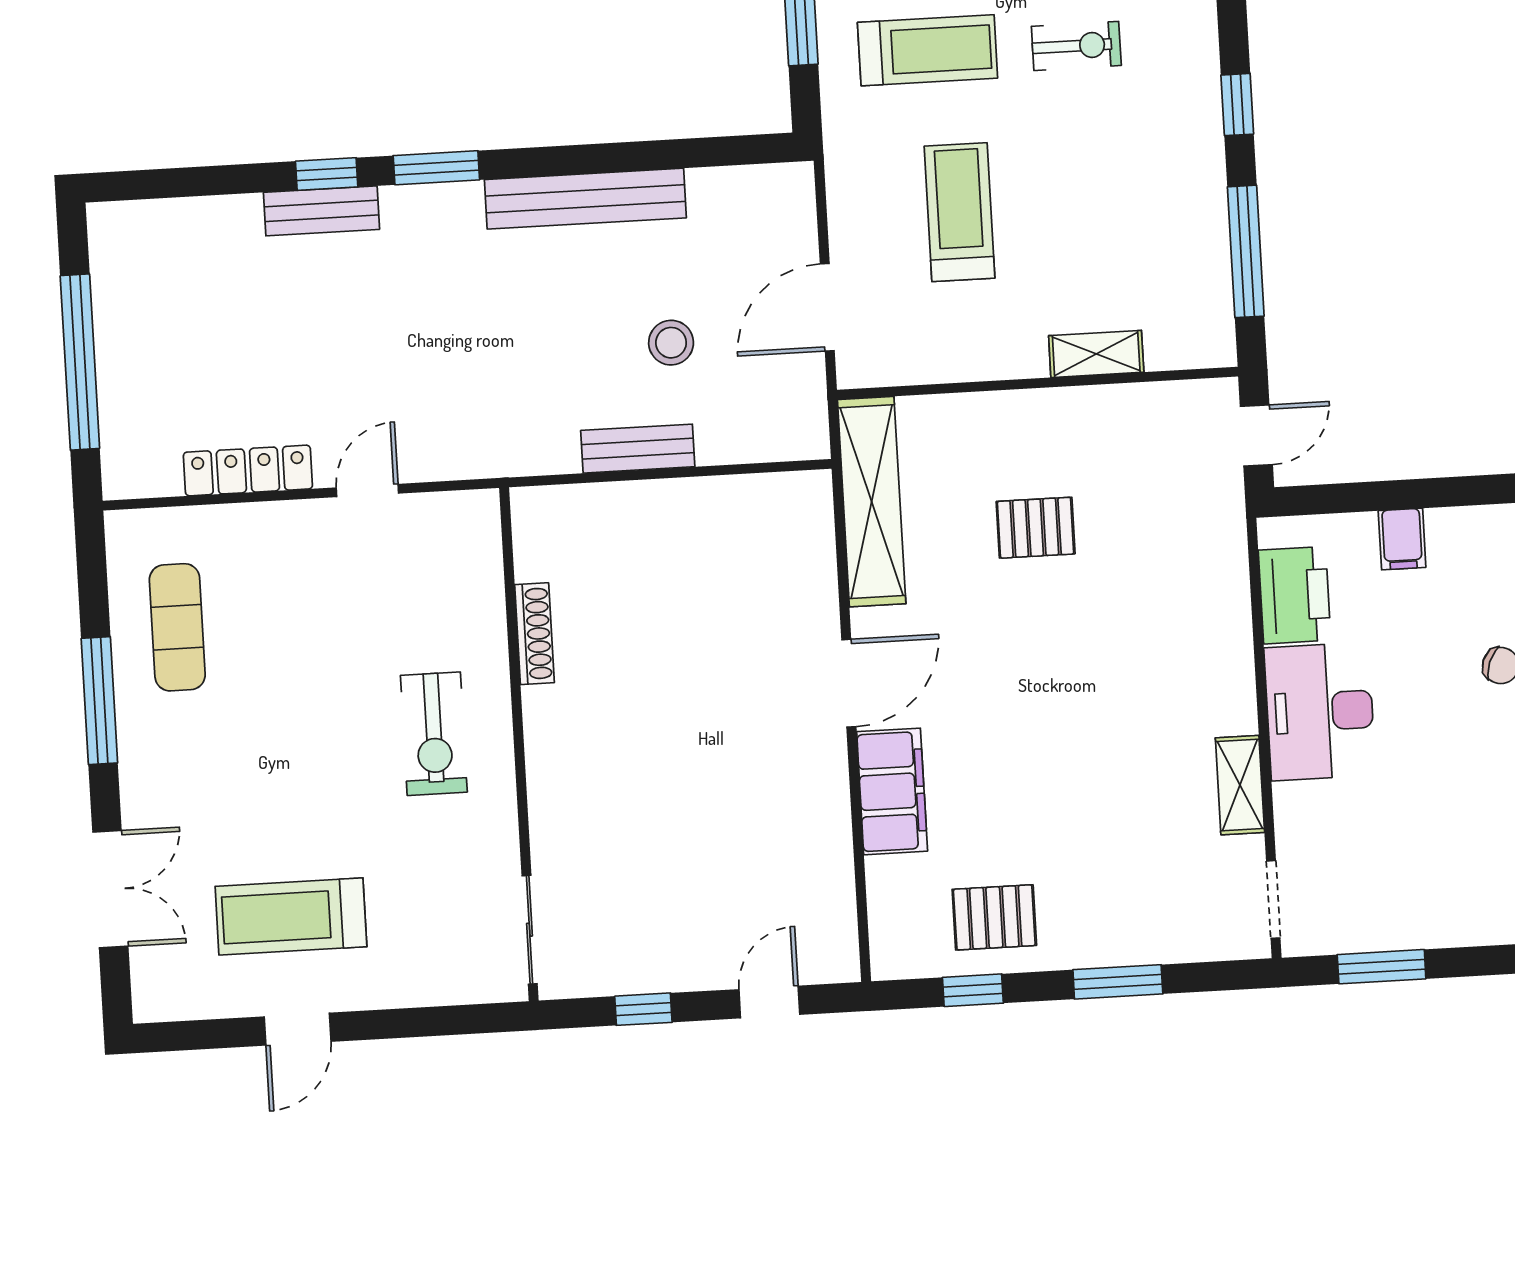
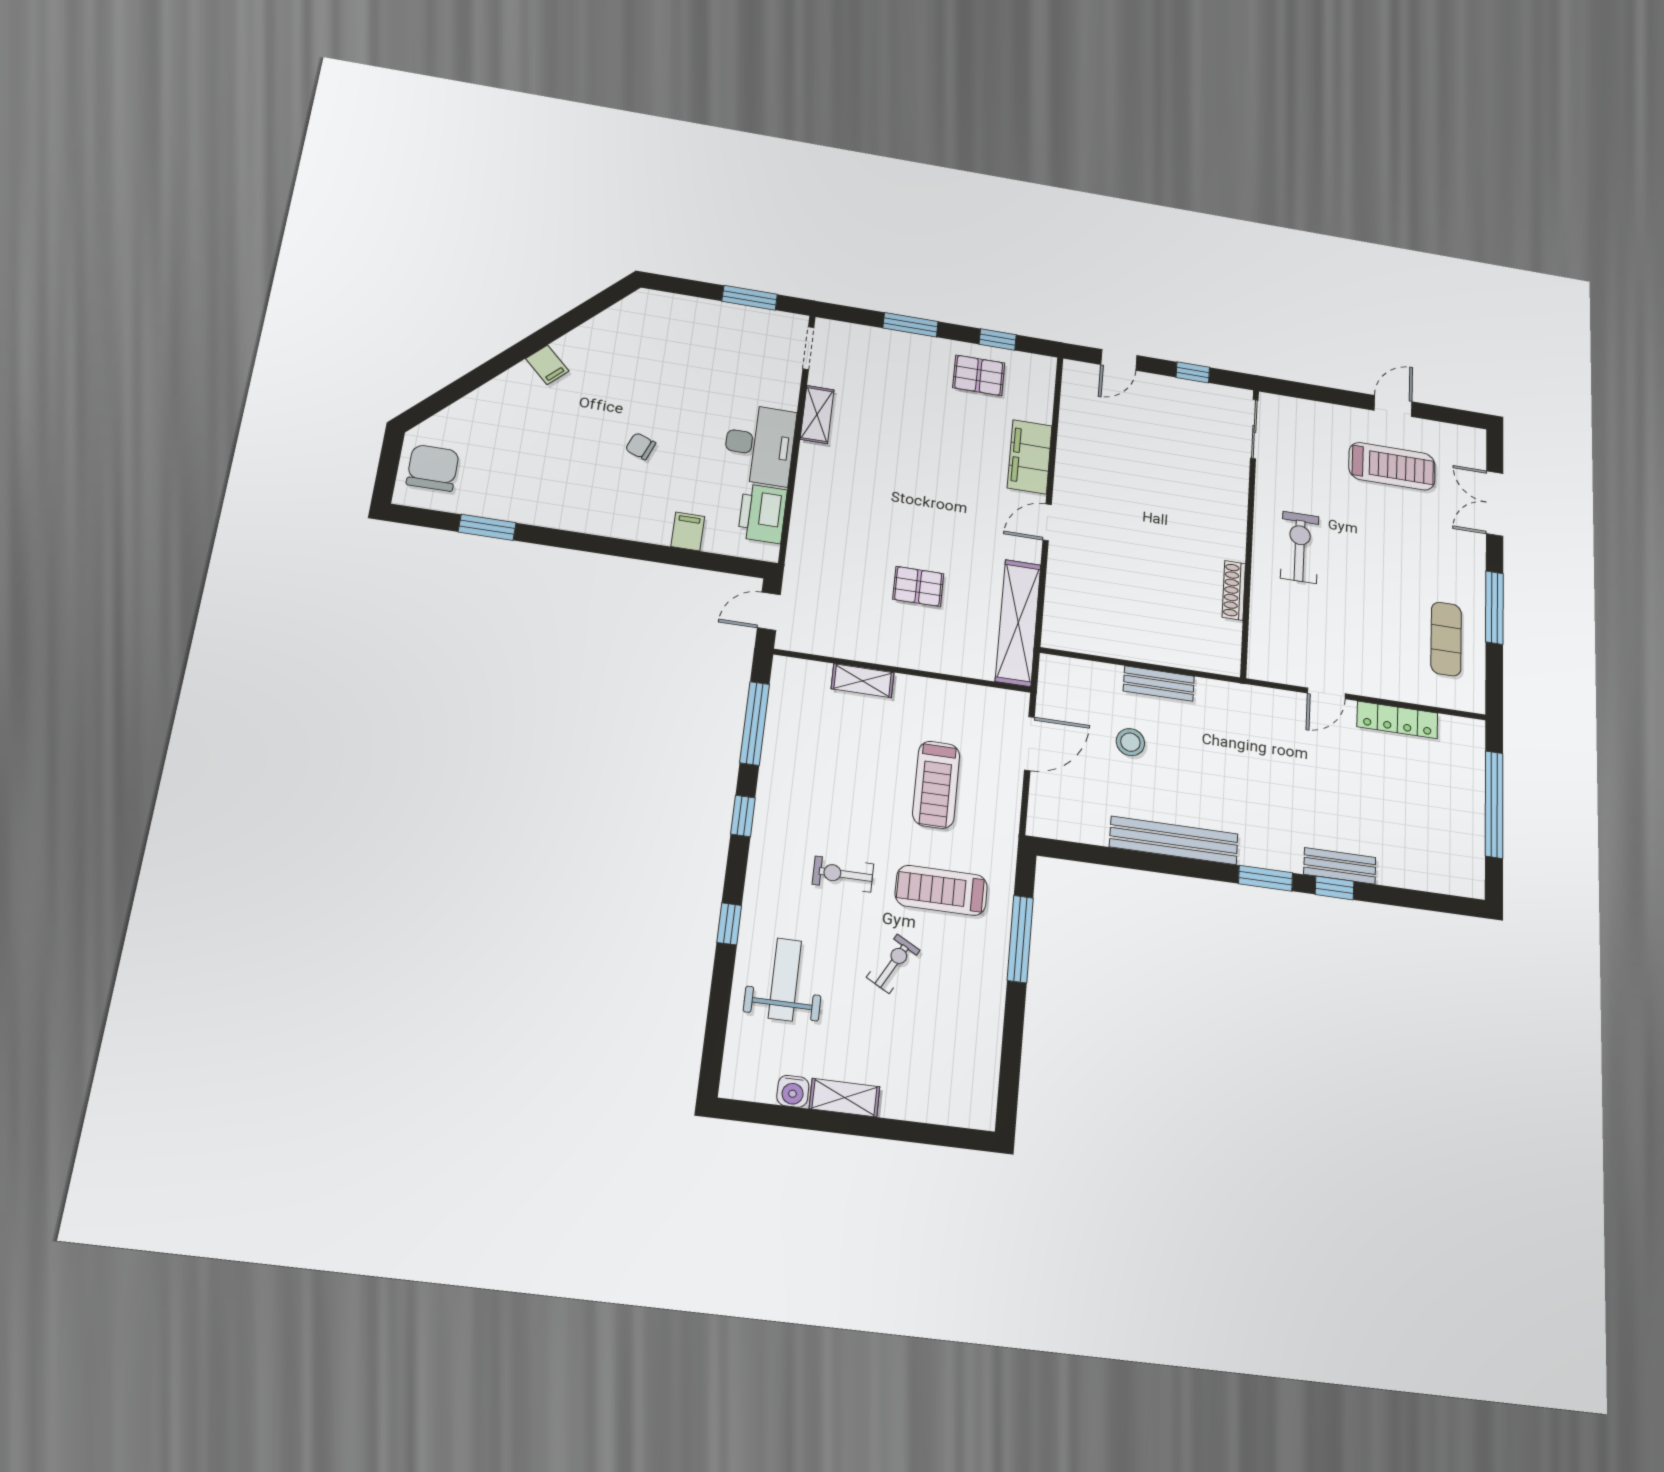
door: (849, 683) -> (1047, 522), width x0.73

